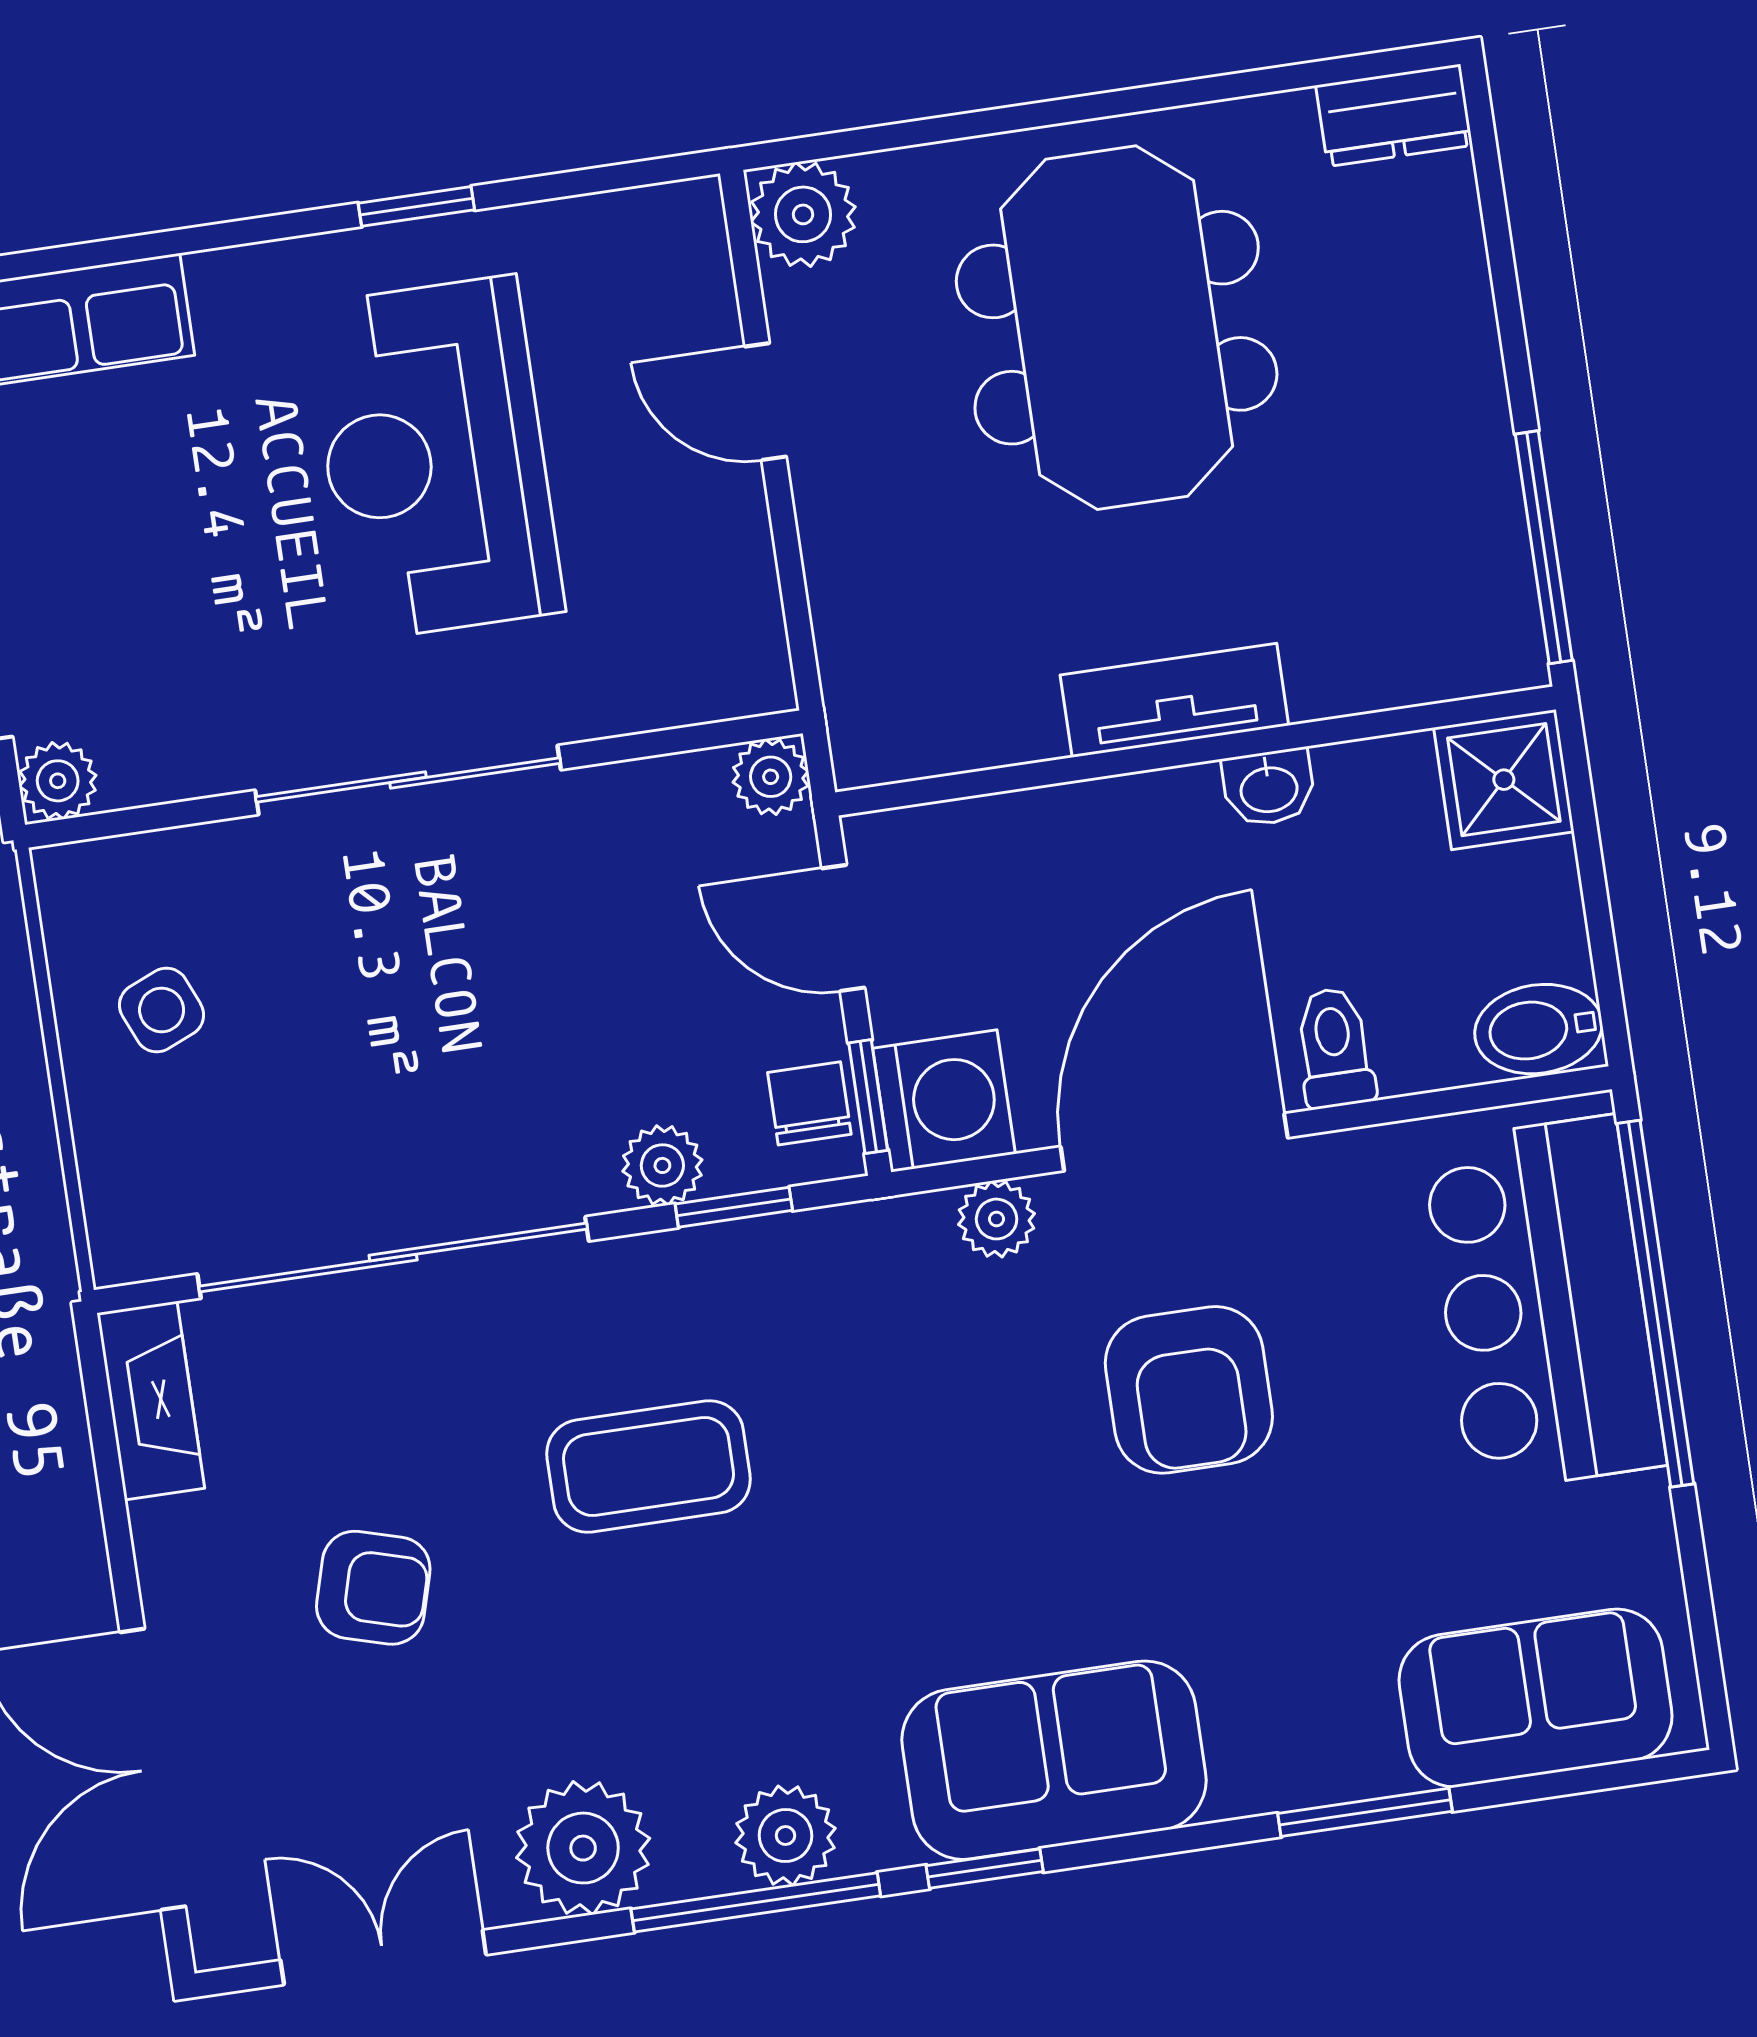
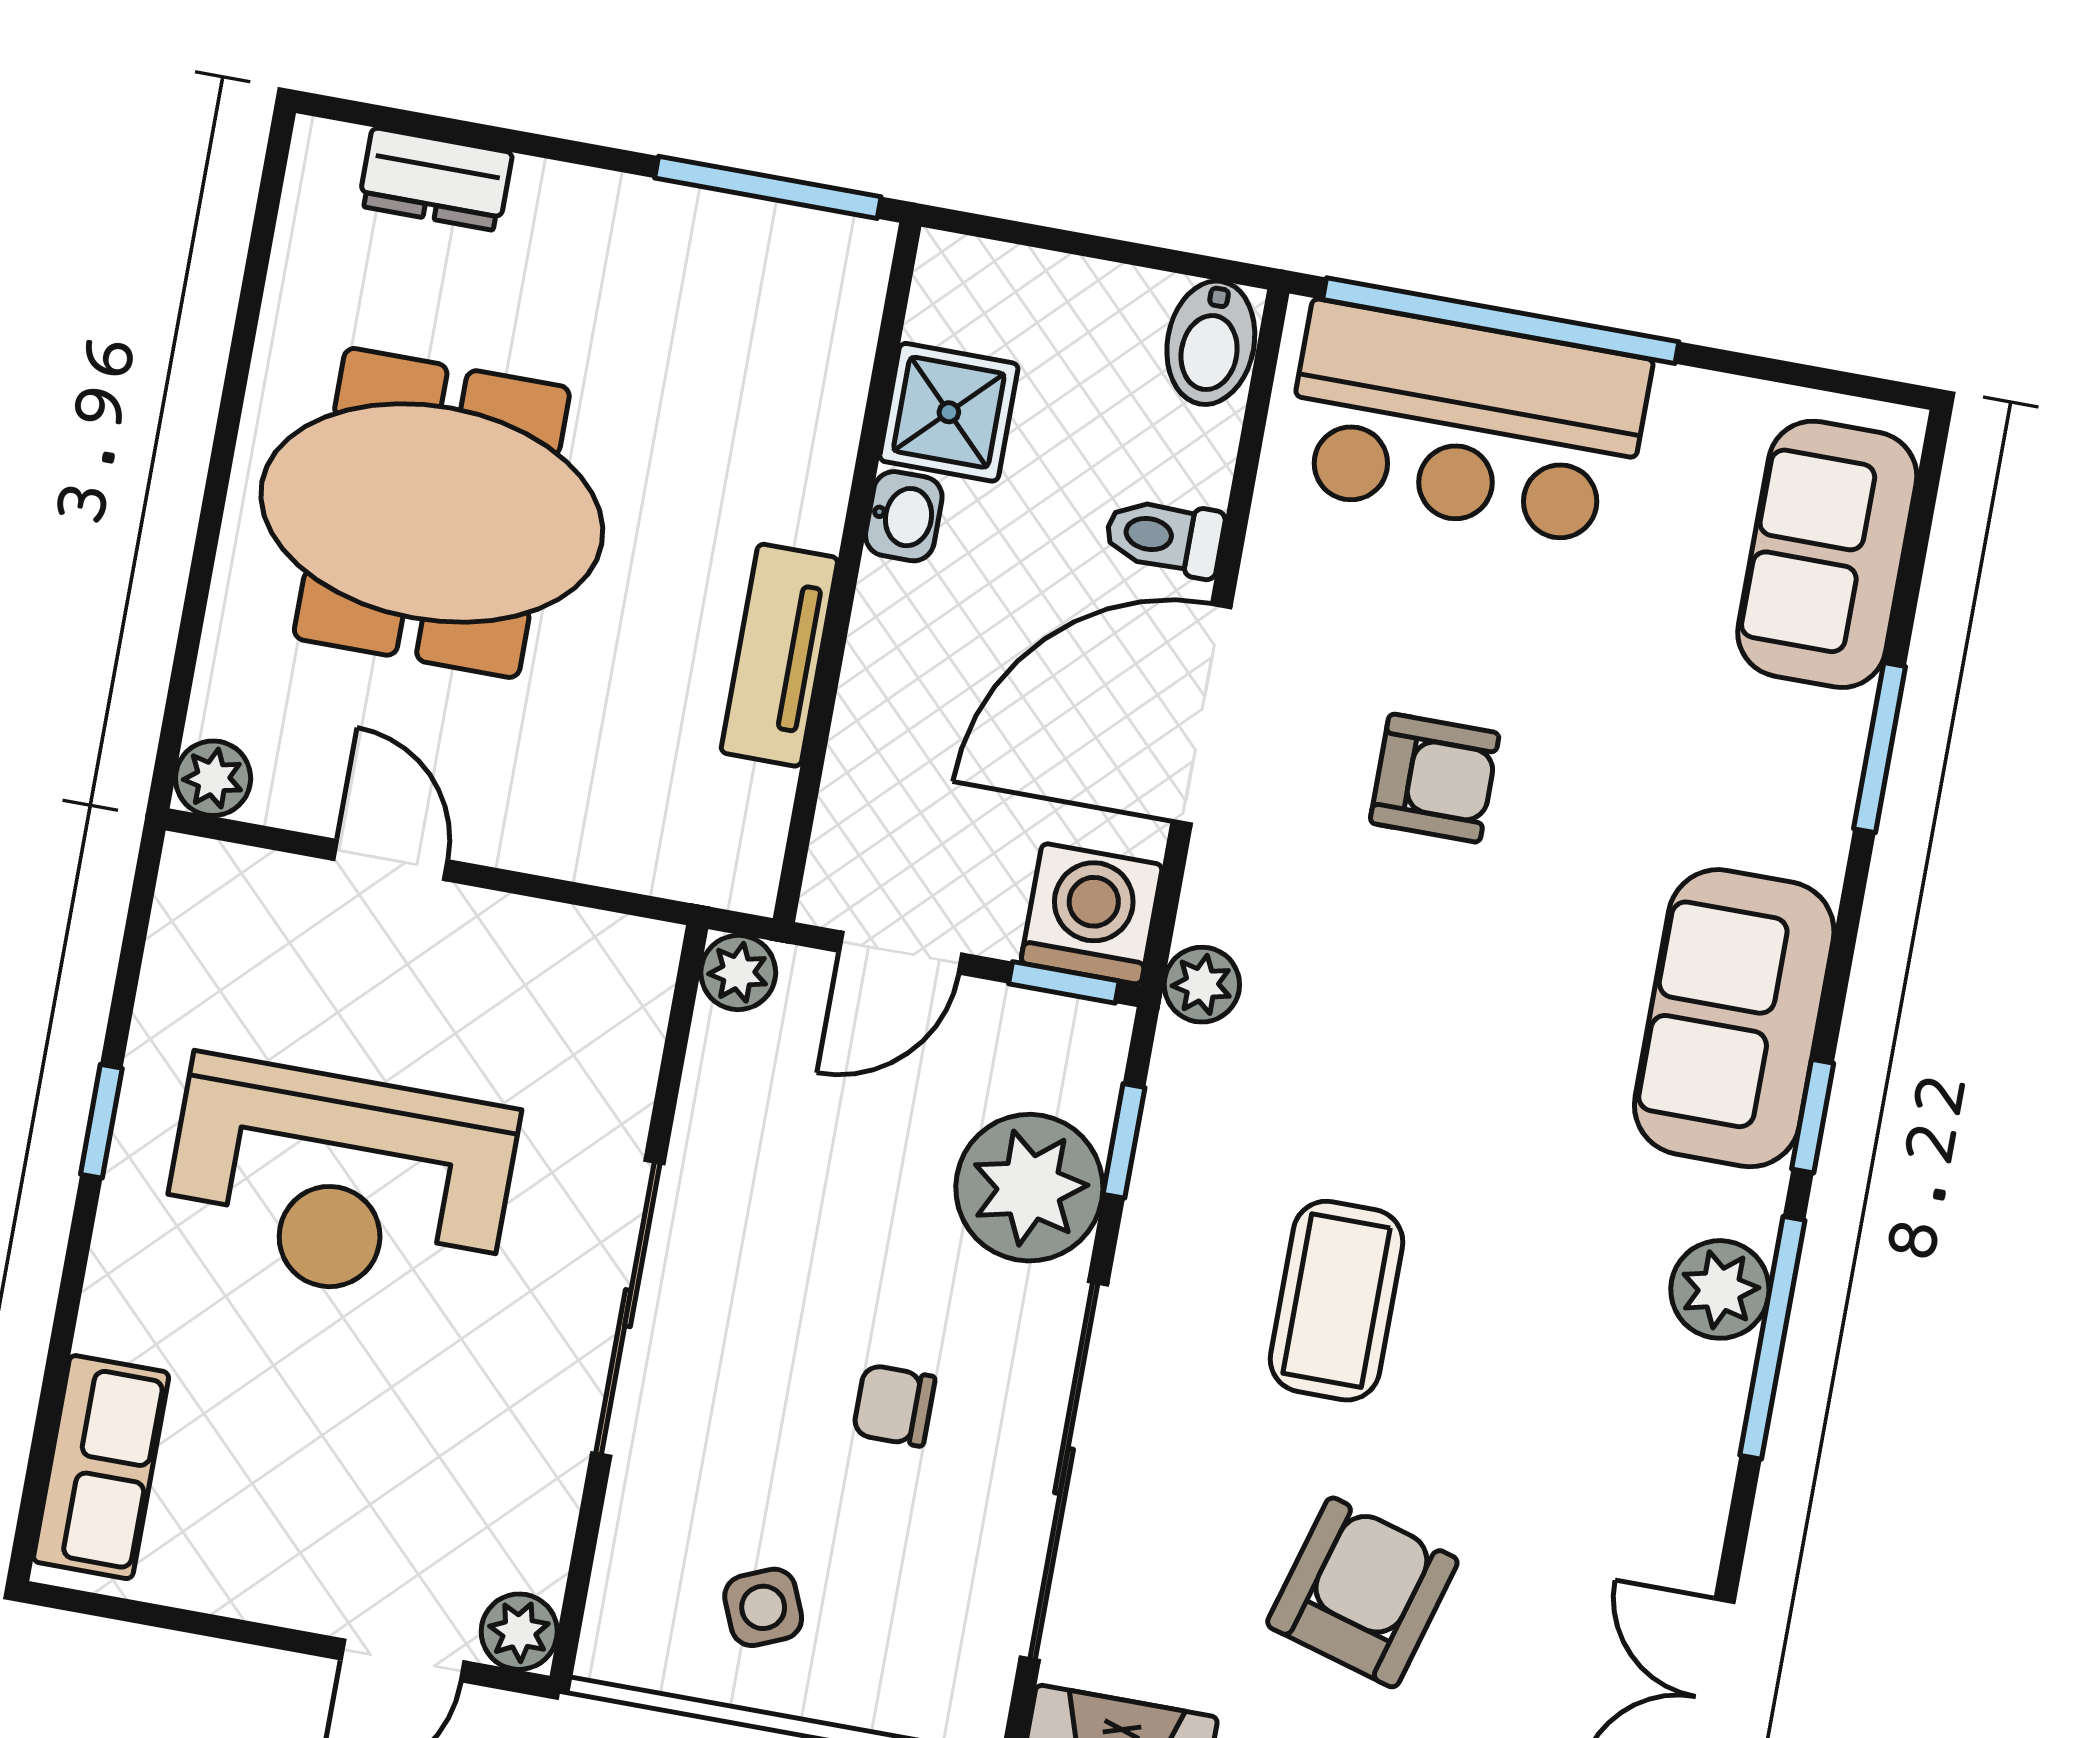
dresser: (1394, 115) -> (435, 179), moved, turned 90
plant: (803, 214) -> (213, 778), width x0.73, depth x0.73
door: (766, 402) -> (390, 860), swing flipped
tv unit: (1174, 700) -> (779, 655), moved
shower: (1504, 780) -> (949, 412), moved
chair: (809, 1103) -> (894, 1405), moved
door: (1174, 1142) -> (1201, 714), hinge flipped
plant: (662, 1165) -> (1029, 1188), width x1.87, depth x1.87
plant: (997, 1219) -> (1202, 985), moved
armchair: (1189, 1390) -> (1435, 778), width x0.72, depth x0.72
armchair: (373, 1588) -> (1362, 1592), width x1.38, depth x1.38
plant: (583, 1848) -> (1668, 1480), removed

